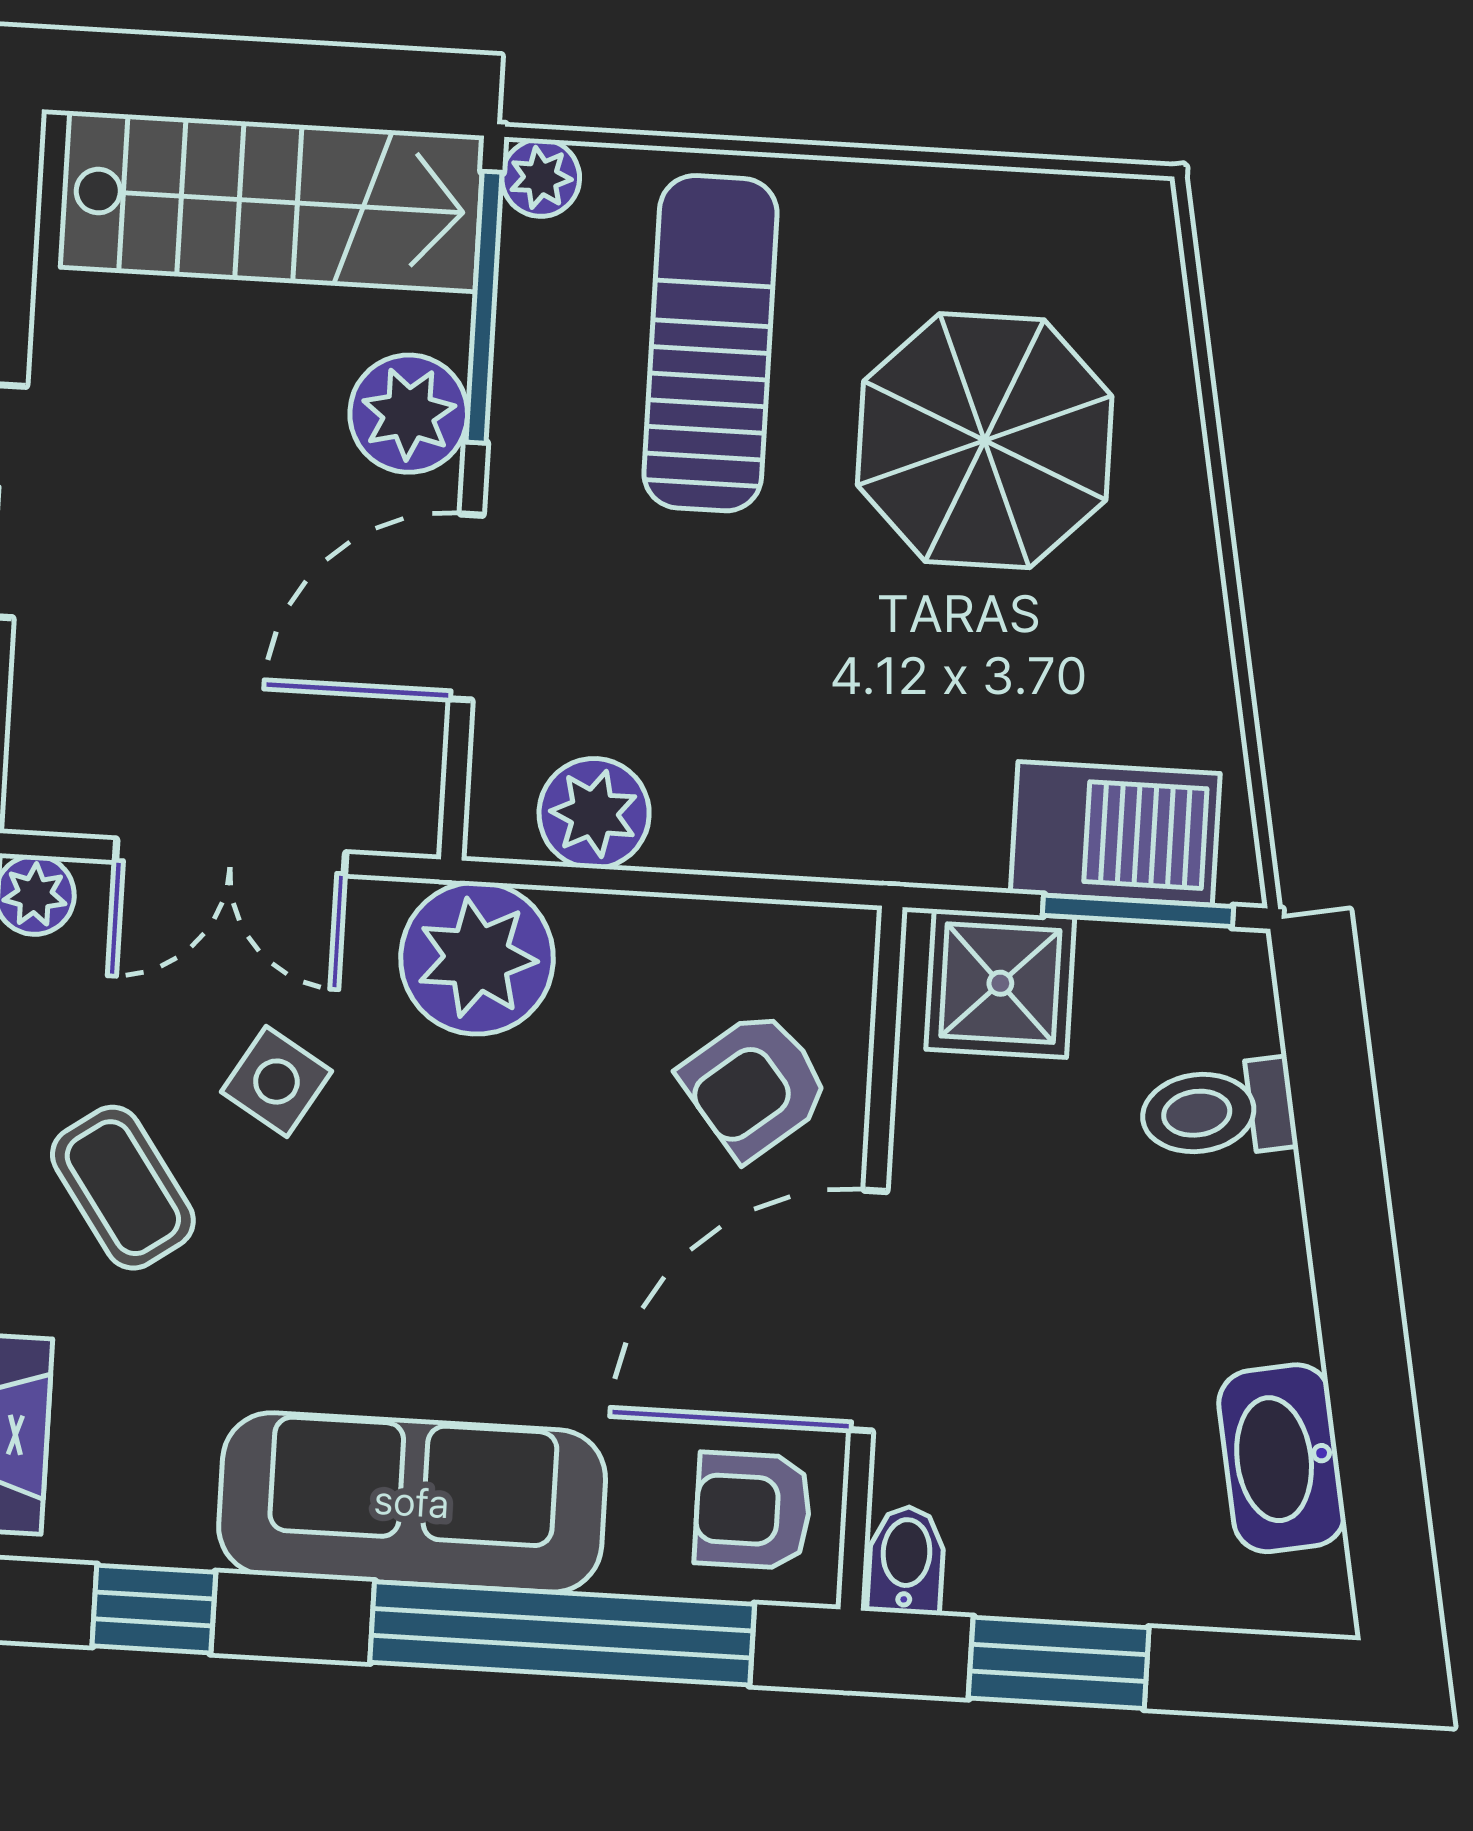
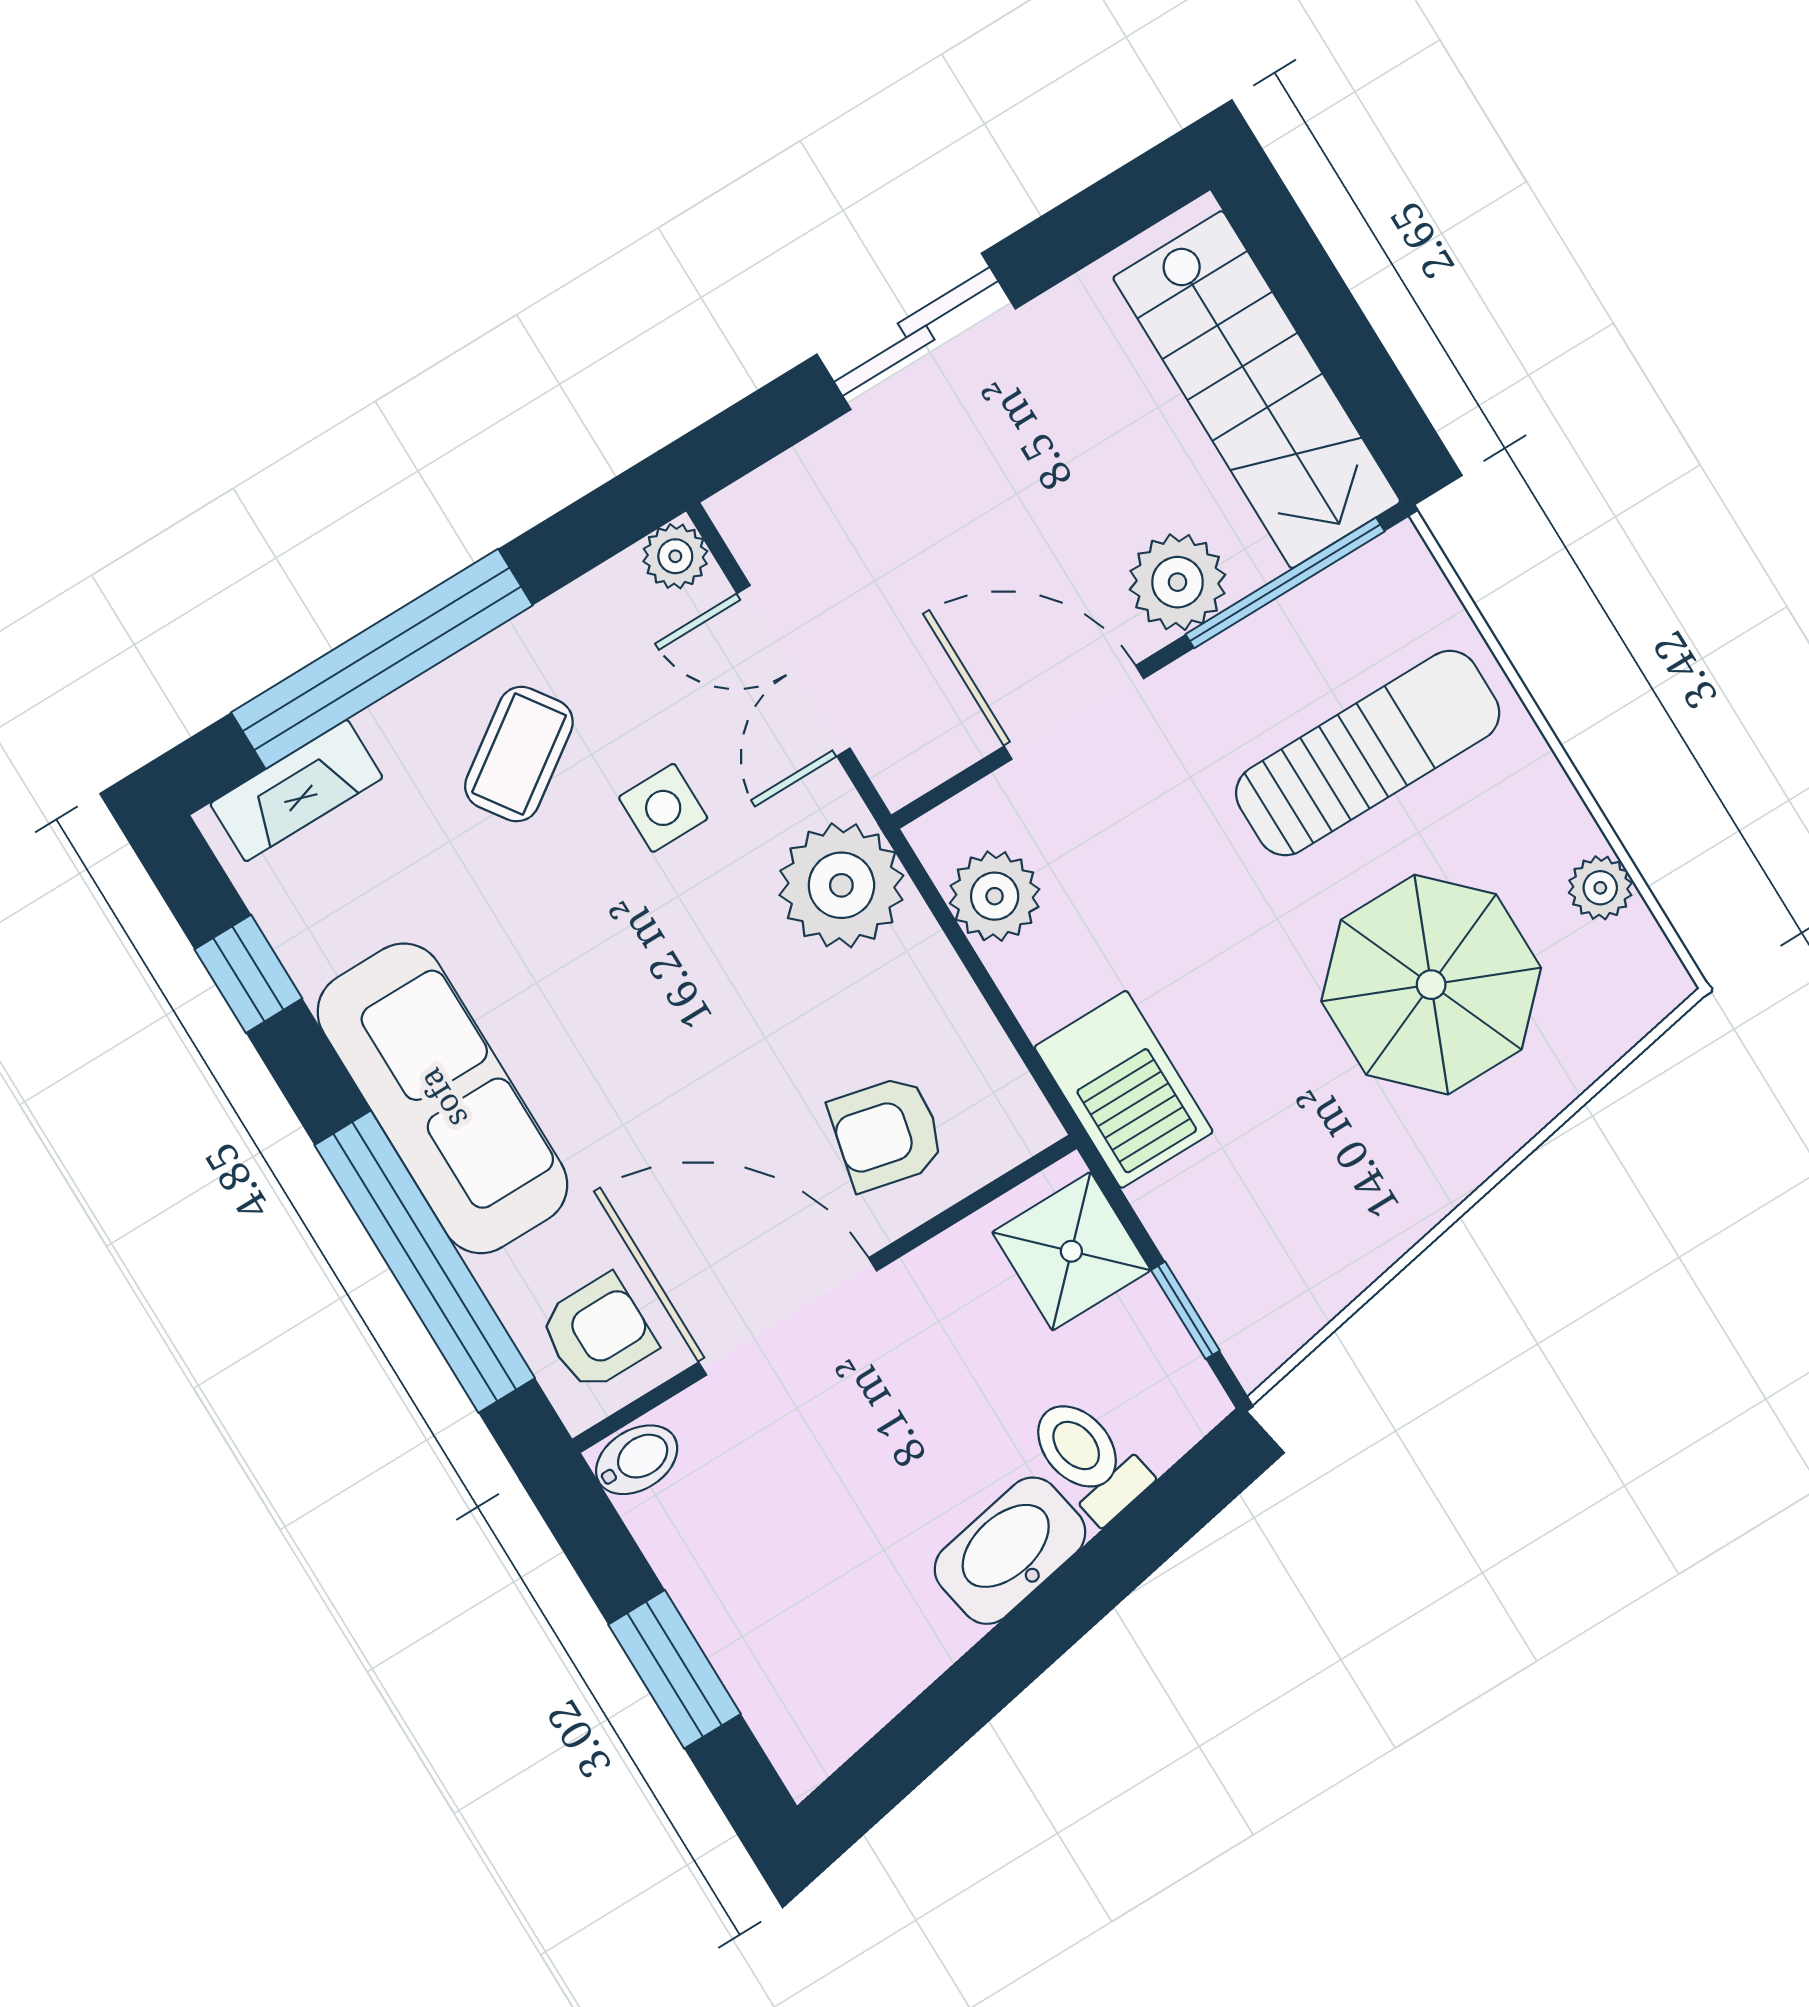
plant: (541, 178) -> (1600, 888), moved
barbecue: (1115, 833) -> (1124, 1089), moved
window: (1138, 911) -> (1185, 1310), width x0.67
side table: (276, 1082) -> (663, 808), turned -31
armchair: (755, 1085) -> (887, 1133), turned -38
washbasin: (1282, 1458) -> (1010, 1551), moved
armchair: (753, 1510) -> (598, 1333), turned 90
window: (1059, 1663) -> (675, 1669), moved

